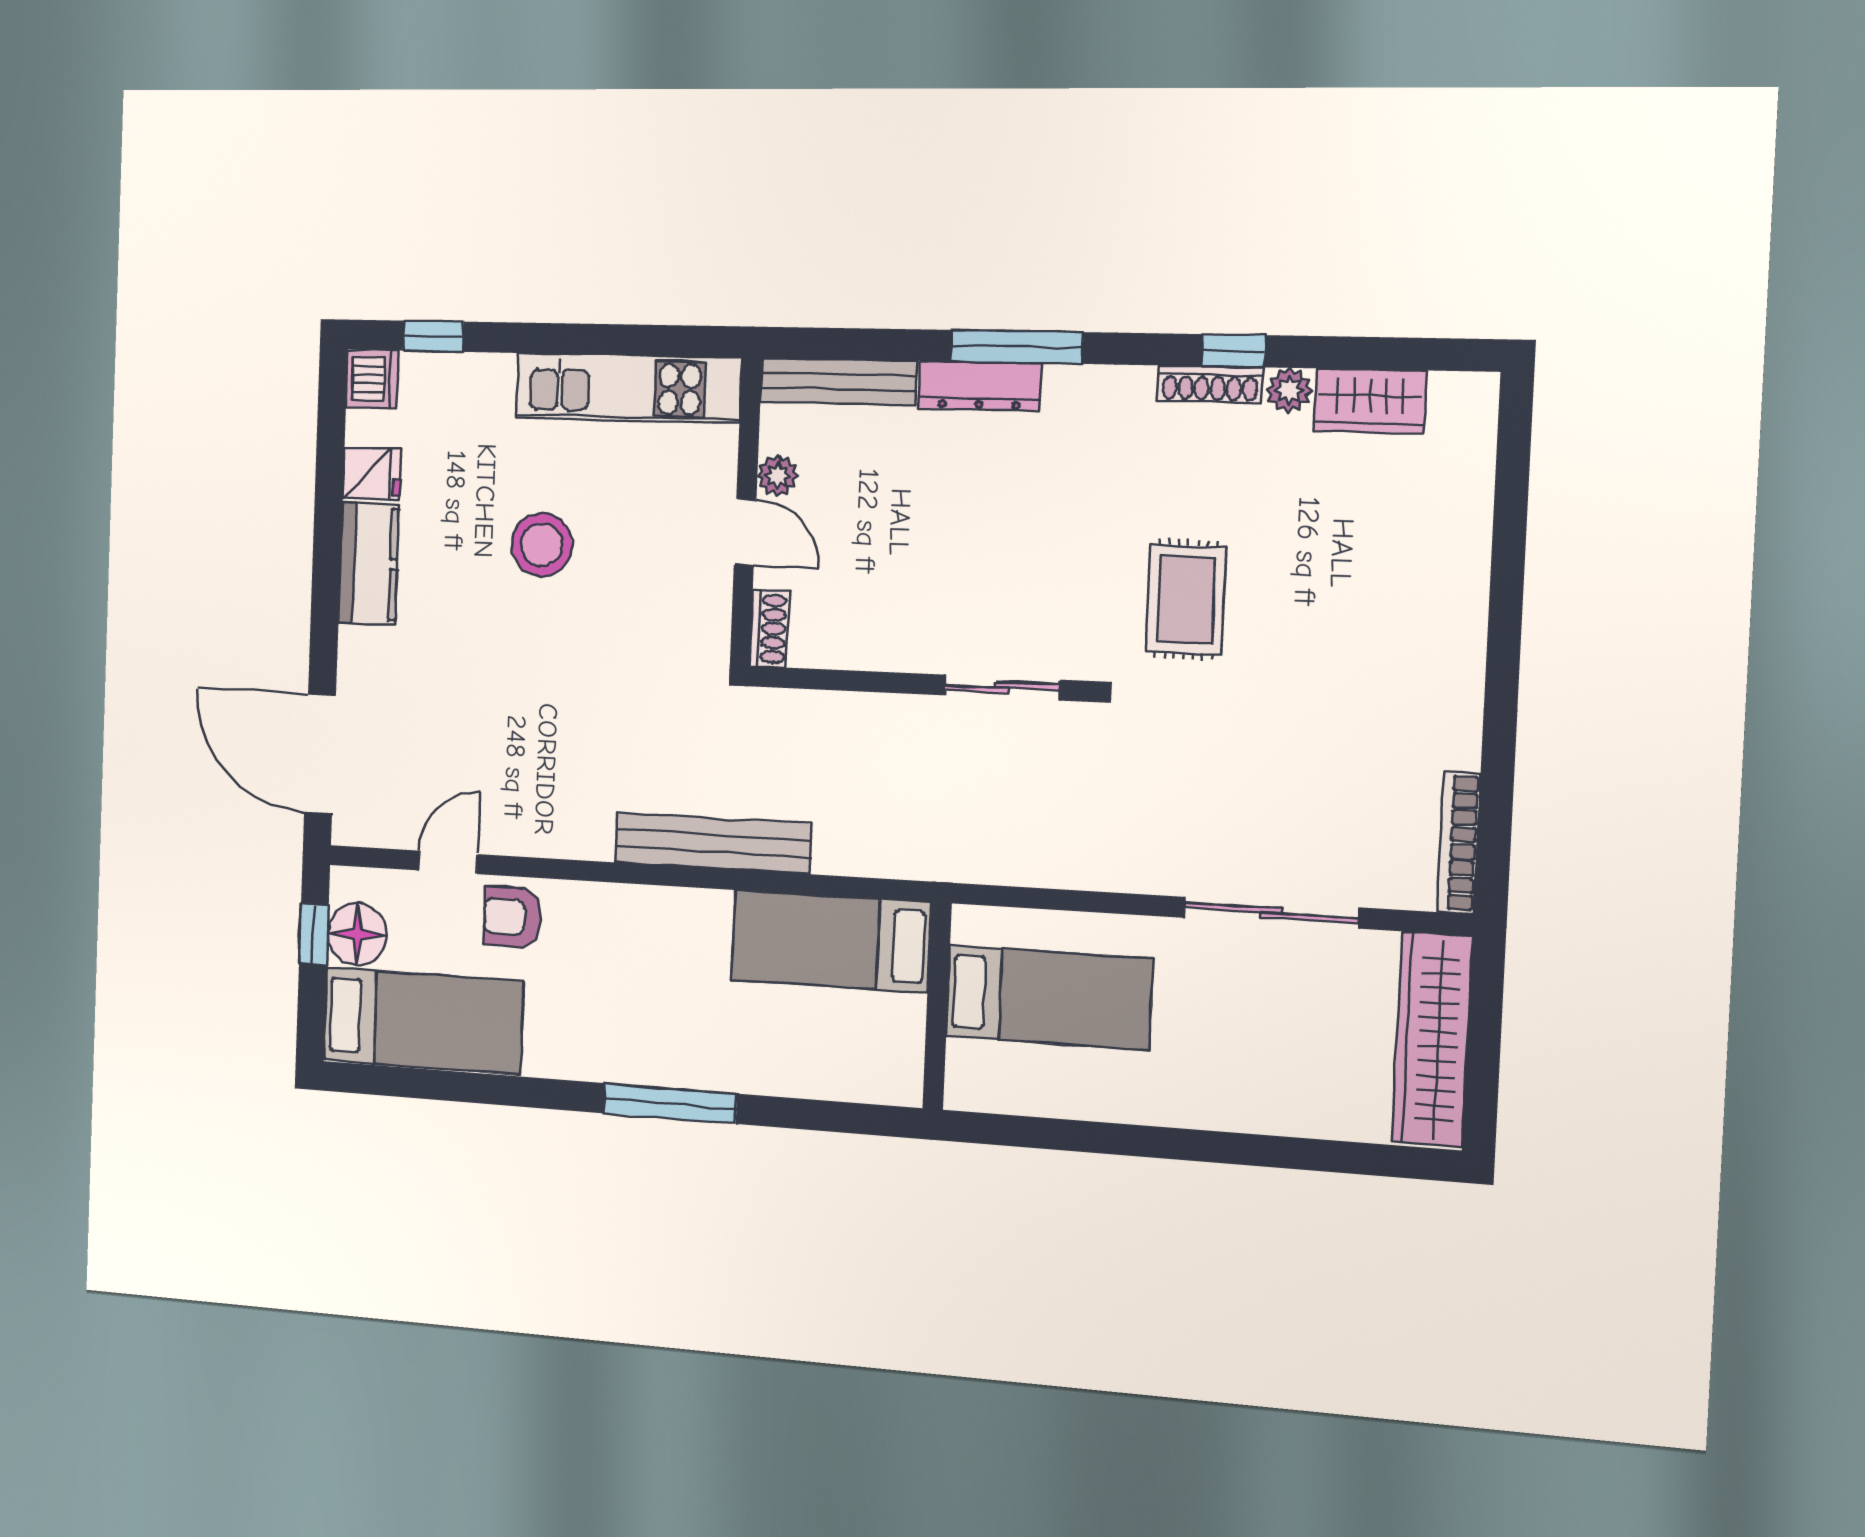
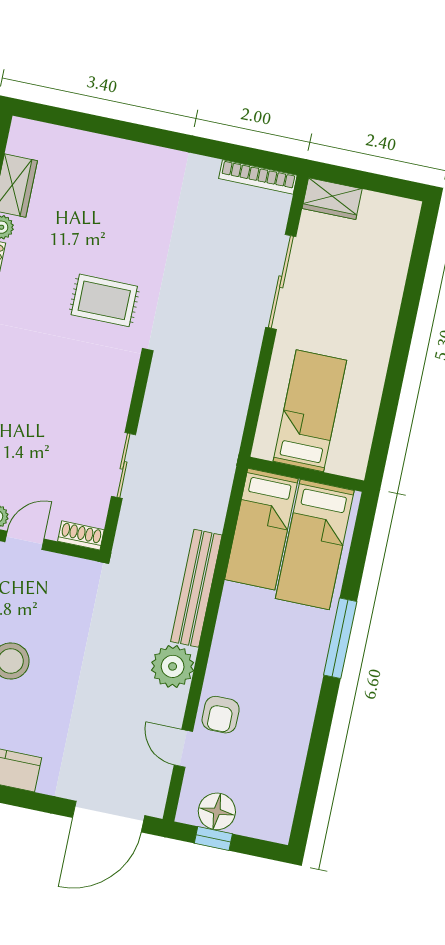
sliding door: (1002, 688) -> (124, 465), moved
plant: (577, 823) -> (173, 666), added
bed: (423, 1021) -> (315, 544), moved, turned 180
wardrobe: (1432, 1039) -> (332, 199), width x0.48, depth x0.85

